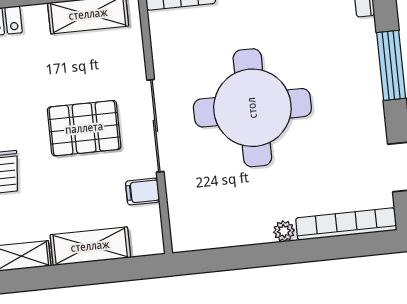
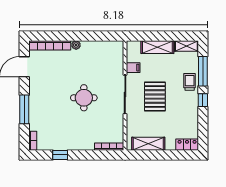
round table: (252, 108) -> (84, 98), width x0.54, depth x0.54
pallet: (84, 128) -> (155, 97), turned 90

